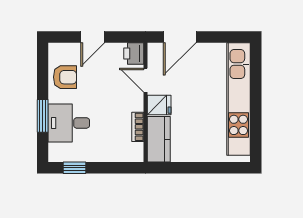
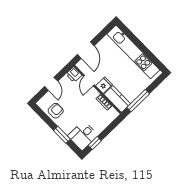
door: (145, 80) -> (89, 81), hinge flipped
desk: (69, 123) -> (83, 135), moved
window: (184, 168) -> (138, 101), added

